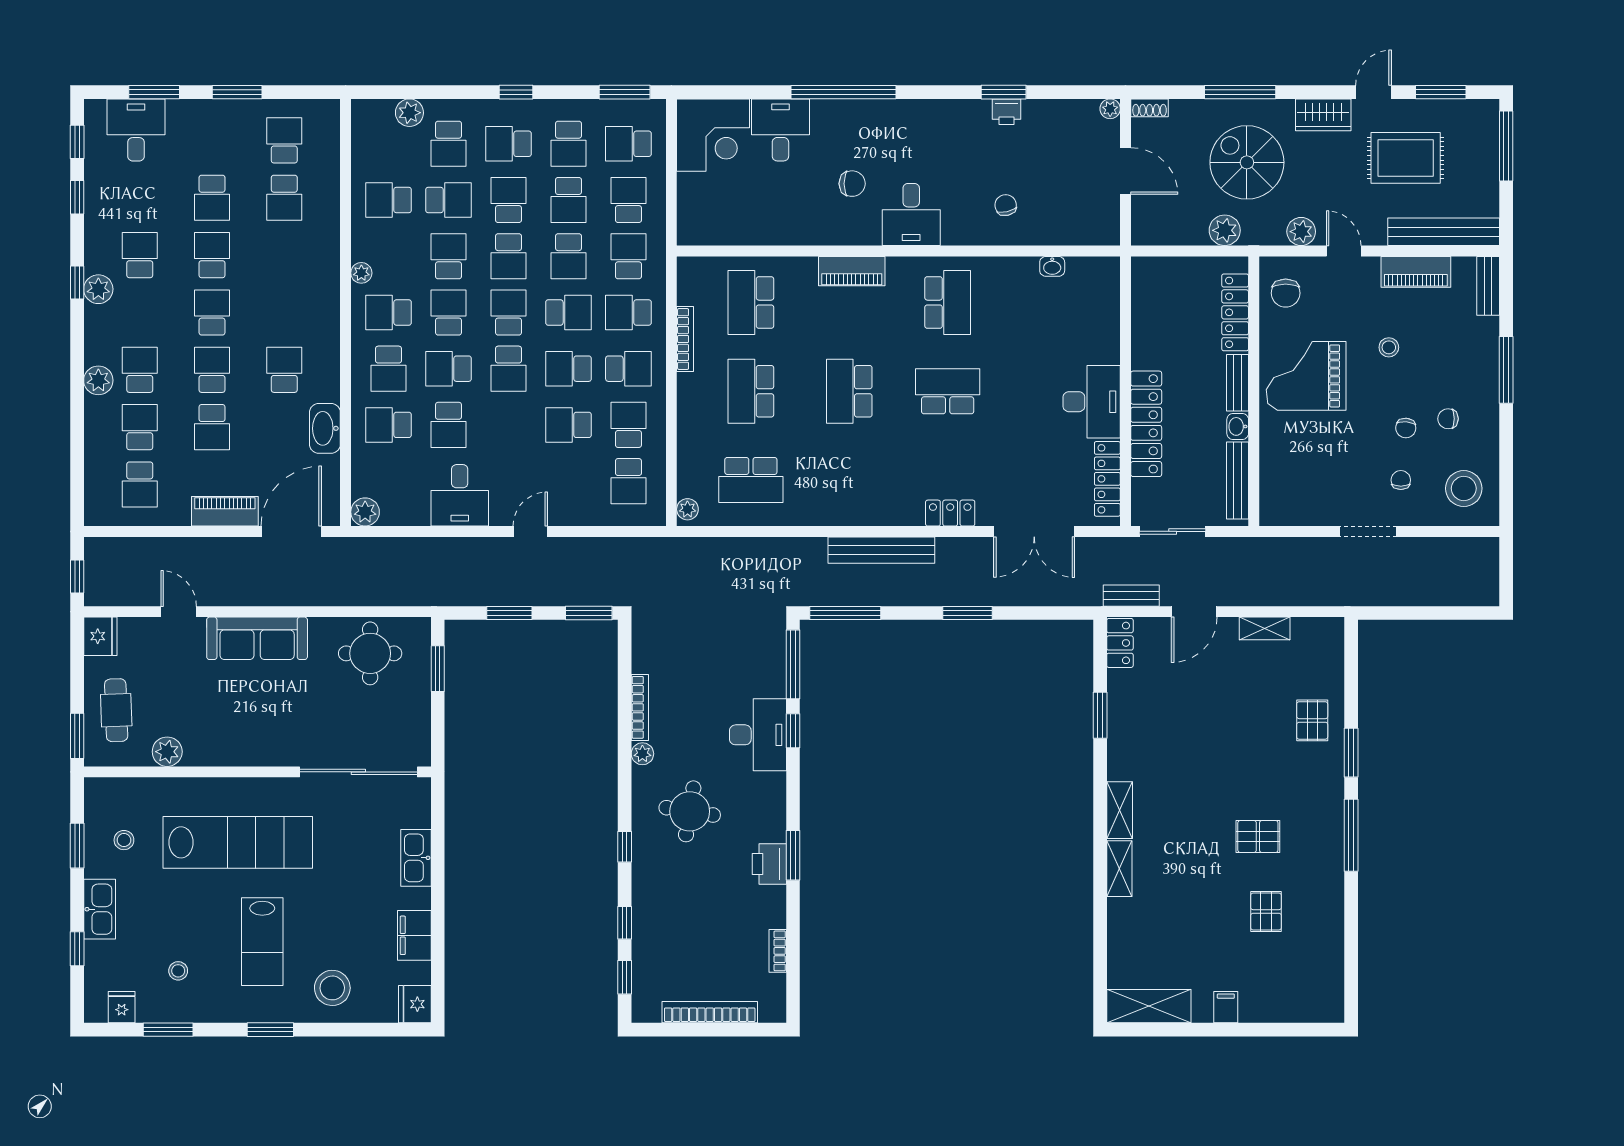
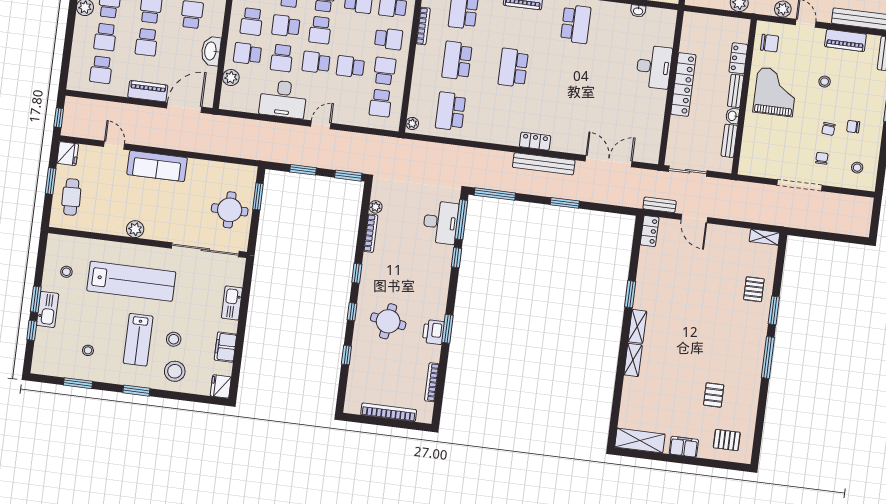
chair: (1286, 293) -> (770, 43), turned -90
locker: (1235, 312) -> (738, 58), width x0.66
school desk: (568, 369) -> (316, 62), moved
grand piano: (1306, 376) -> (775, 92), turned 90
school desk: (948, 391) -> (569, 75), removed
desk: (1092, 402) -> (654, 67), moved
locker: (1146, 424) -> (683, 84), moved
school desk: (140, 427) -> (105, 37), turned 180
locker: (1107, 479) -> (654, 136), removed
school desk: (751, 480) -> (451, 111), turned 90
bench: (1238, 481) -> (729, 141), width x0.73
stool: (1464, 488) -> (857, 168), width x0.53, depth x0.53
desk: (460, 495) -> (283, 99), width x1.37
plant: (365, 512) -> (231, 78), moved
locker: (950, 513) -> (535, 141), moved
double door: (1034, 531) -> (609, 161), swing flipped
doorway: (1368, 531) -> (799, 185), width x1.36
bench: (881, 550) -> (544, 164), moved
door: (1194, 612) -> (694, 218), hinge flipped
shelving: (1265, 628) -> (764, 237), moved
round table: (370, 653) -> (230, 210), moved
window: (1100, 715) -> (630, 294), moved
desk: (758, 735) -> (441, 222), moved
window: (77, 736) -> (51, 181), moved
plant: (167, 752) -> (135, 229), moved
plant: (642, 754) -> (376, 207), moved
round table: (690, 811) -> (388, 321), moved
pallet: (1258, 836) -> (727, 440), moved
window: (77, 846) -> (36, 299), moved
stool: (323, 933) -> (174, 339), added
bookcase: (778, 951) -> (432, 382), width x1.56
window: (625, 977) -> (357, 273), moved
fridge: (122, 1007) -> (53, 367), removed
filing cabinet: (1226, 1007) -> (684, 447), width x2.00

